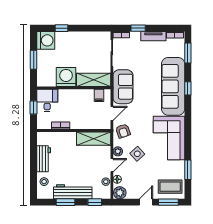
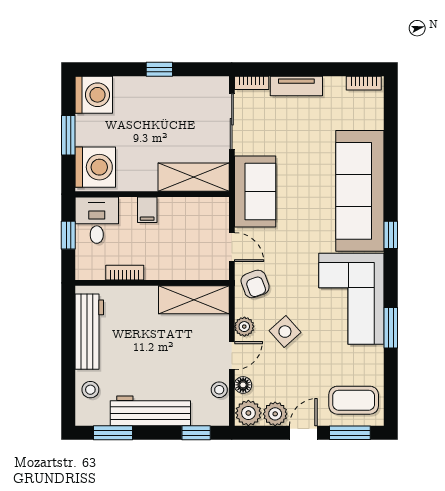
window: (62, 28) -> (159, 69), moved
window: (138, 28) -> (286, 69), removed
tv unit: (153, 36) -> (296, 86), moved
window: (188, 53) -> (391, 121), removed
washing machine: (66, 77) -> (95, 167), moved, turned 90
window: (188, 88) -> (391, 235), moved
filing cabinet: (99, 95) -> (147, 210), moved
door: (112, 113) -> (232, 247), hinge flipped
workbench: (44, 159) -> (89, 332), width x1.38
window: (188, 170) -> (391, 328), moved
plant: (133, 193) -> (275, 414), added
window: (66, 202) -> (113, 433), moved

